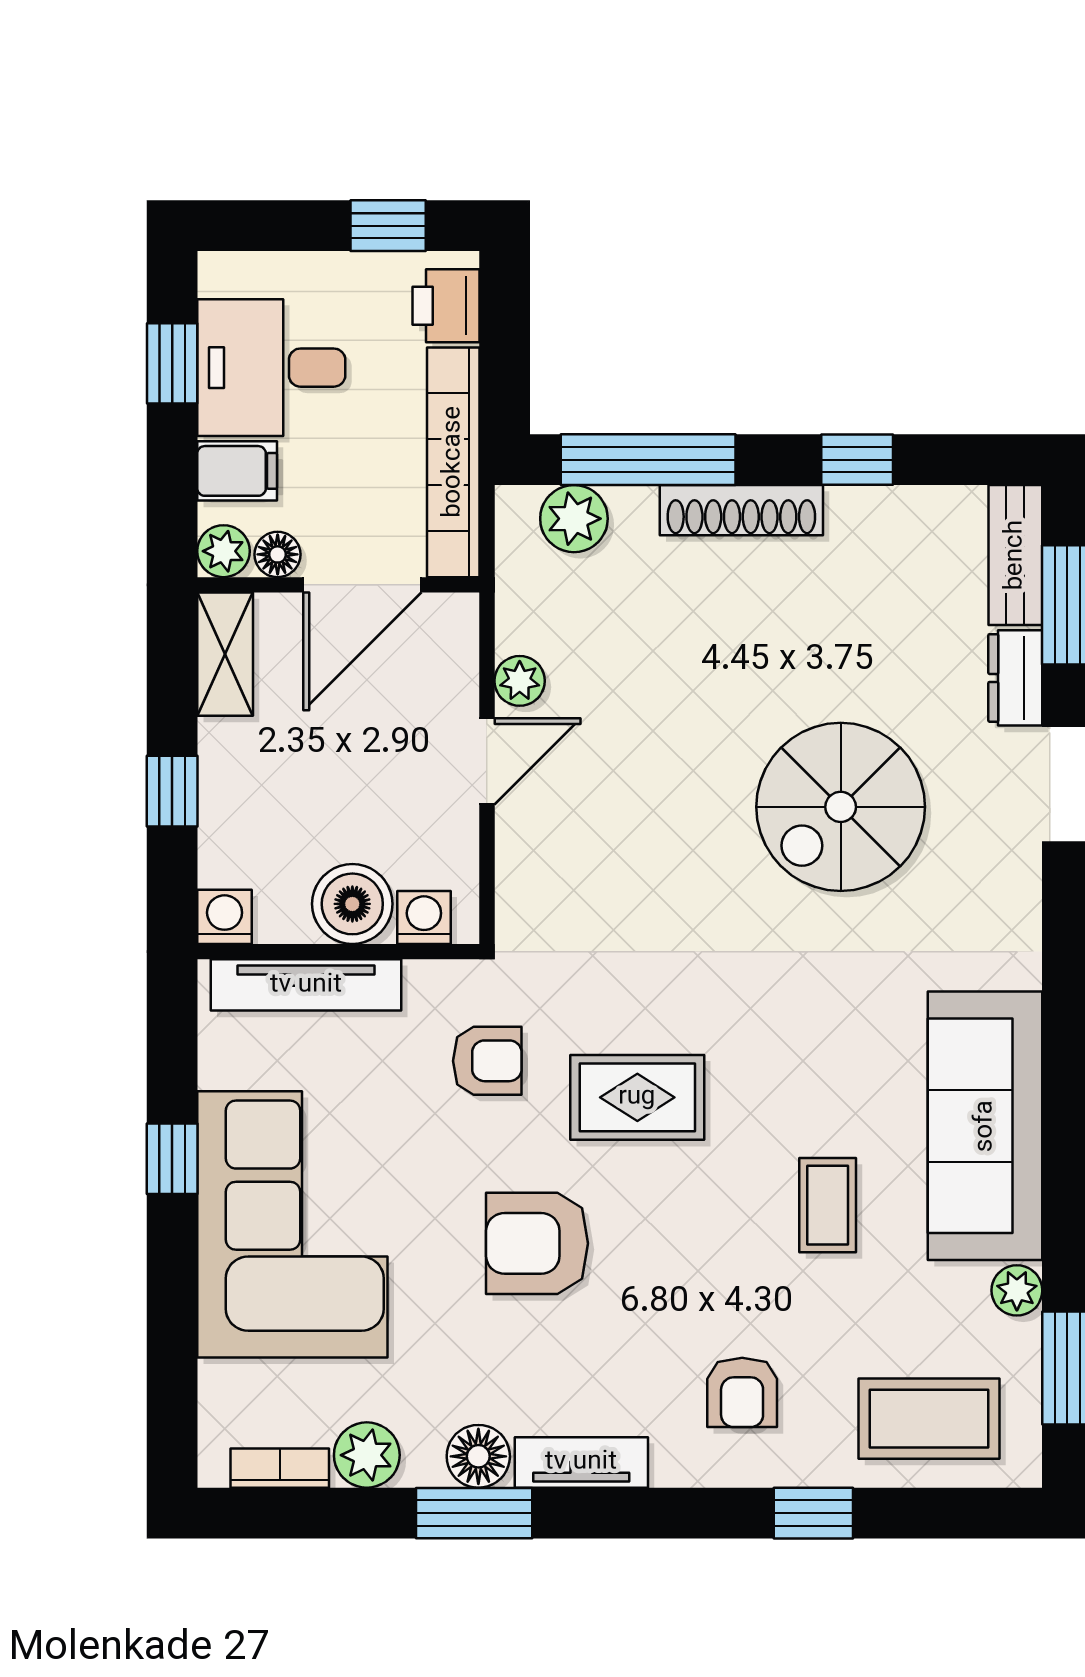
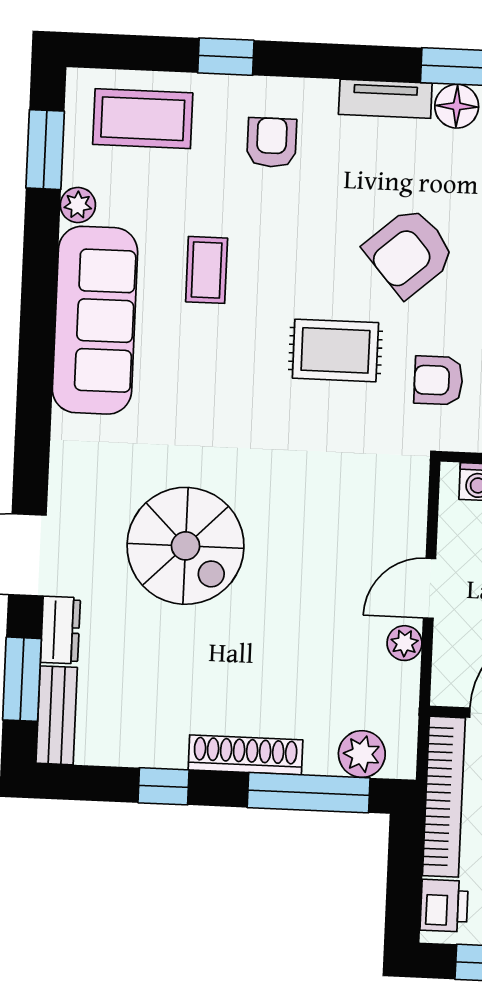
spiral stairs: (841, 807) -> (186, 546), turned 90
armchair: (537, 1243) -> (409, 252), turned 139

